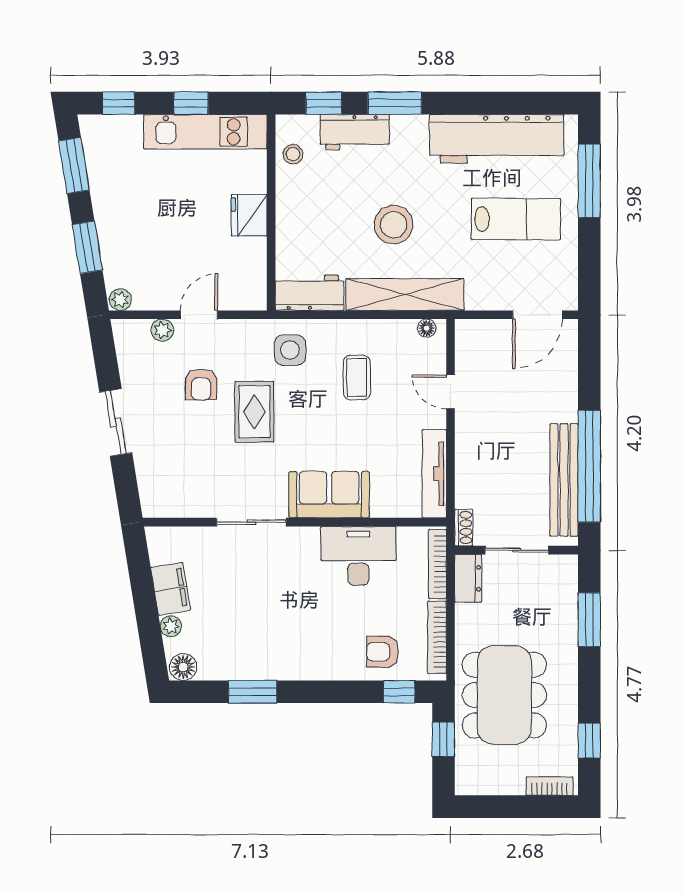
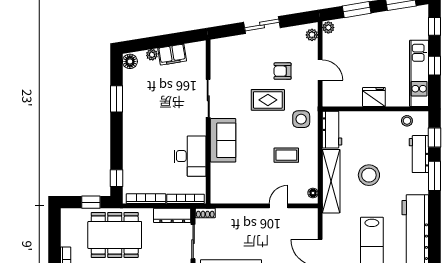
plant: (162, 330) -> (312, 35), moved
tv unit: (434, 474) -> (234, 197), removed
dresser: (468, 578) -> (172, 215), width x1.44
armchair: (383, 652) -> (138, 169), removed

